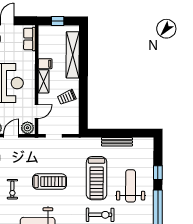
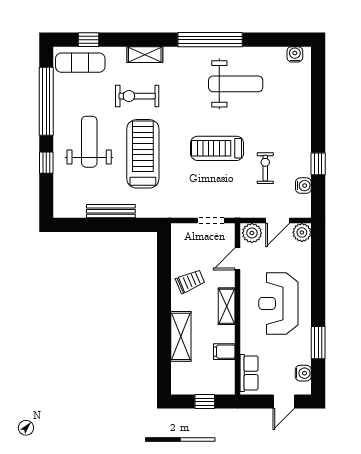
shelving: (73, 55) -> (181, 336), width x0.68
filing cabinet: (45, 64) -> (224, 352), moved
weight bench: (131, 186) -> (89, 142), turned 180
exercise bike: (12, 189) -> (265, 168), moved

